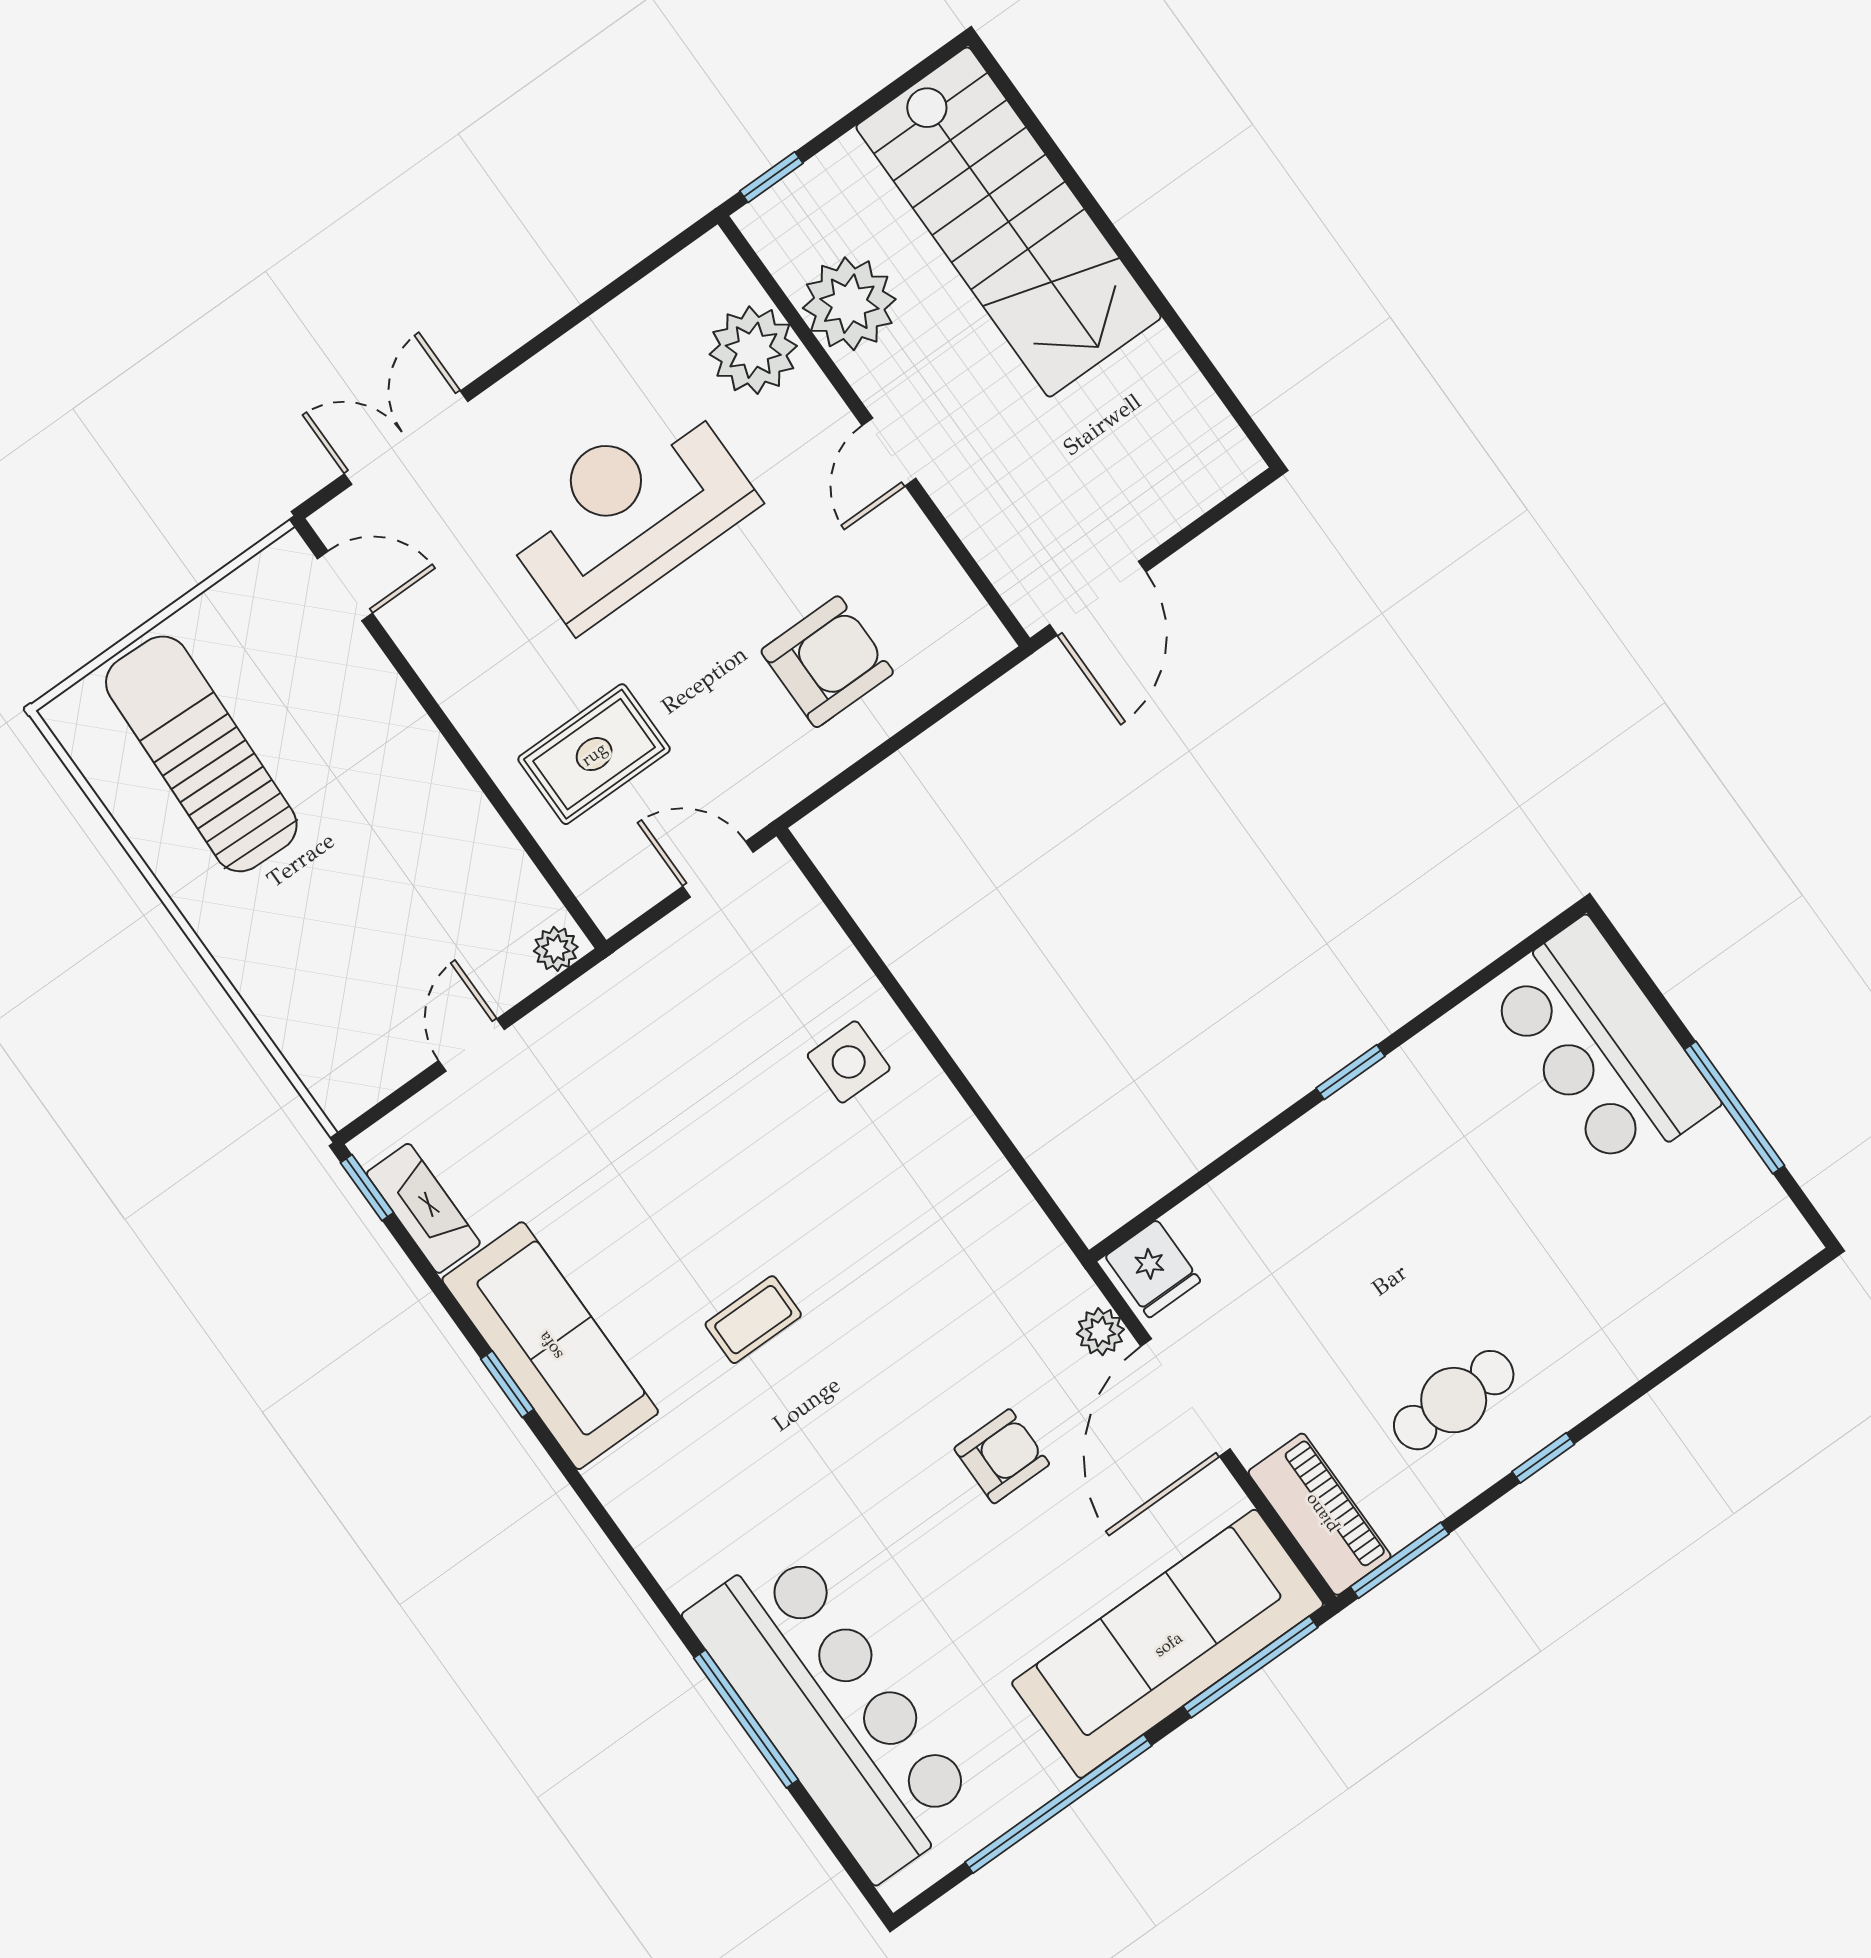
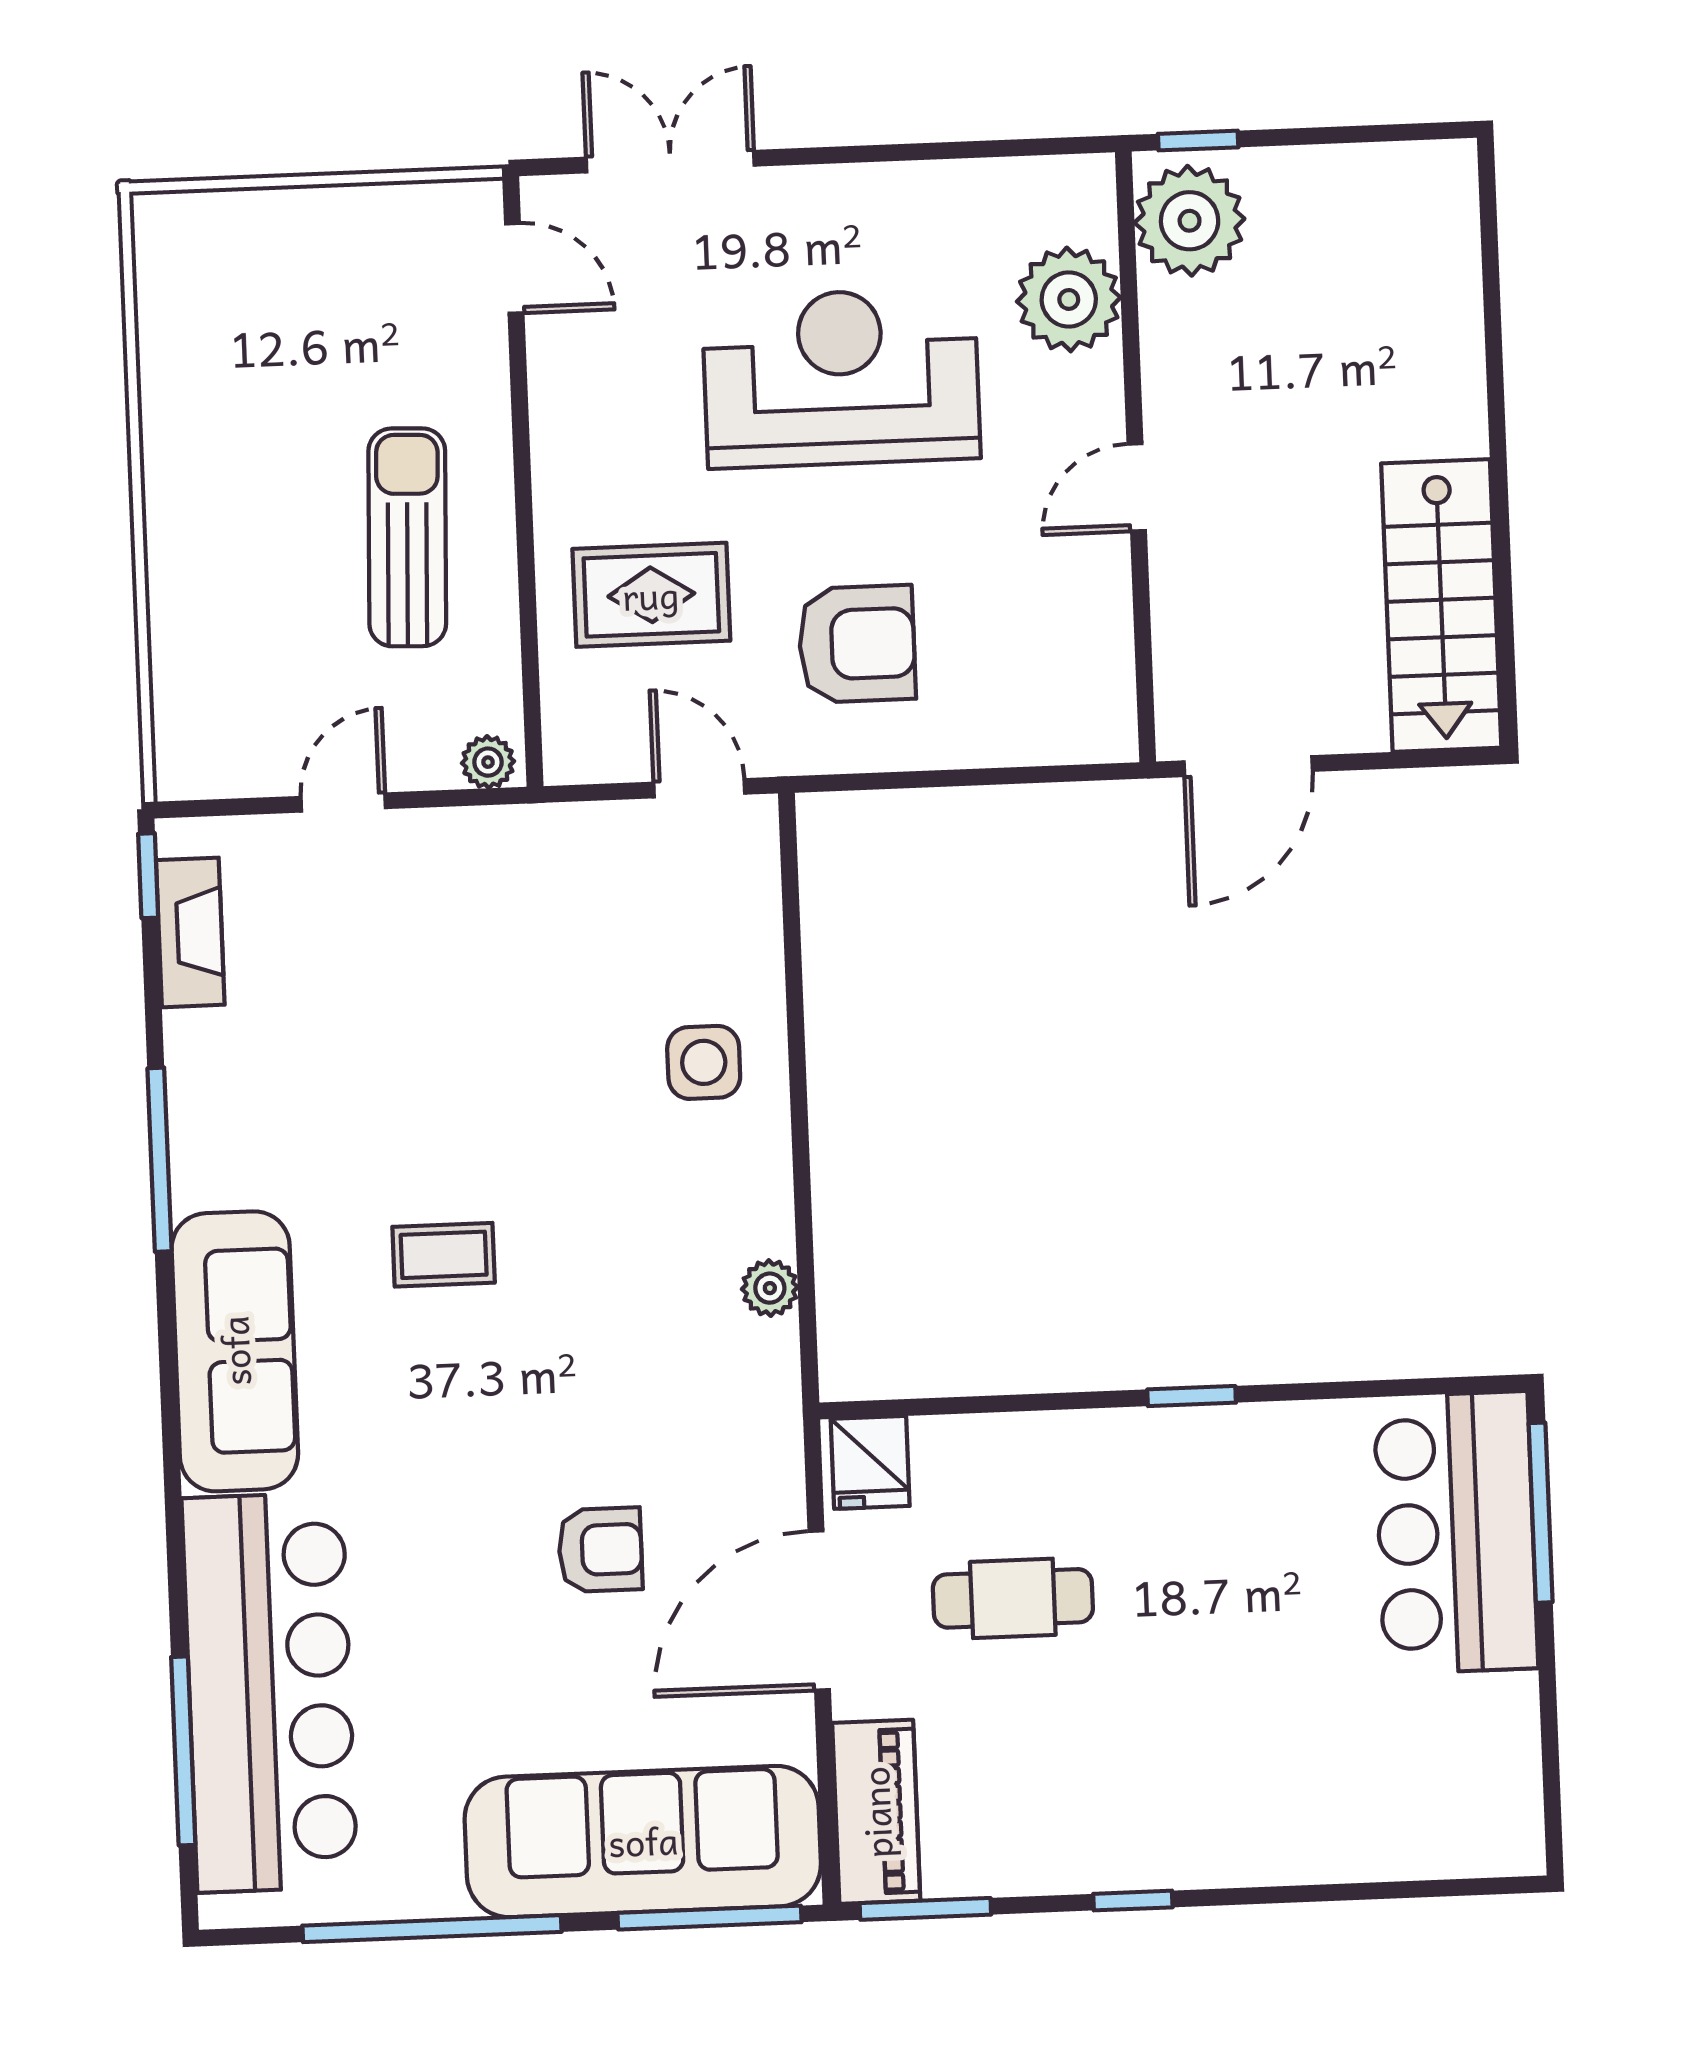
stairs: (1008, 222) -> (1441, 606), moved, width x0.73, depth x0.66
plant: (849, 304) -> (1190, 221), moved
armchair: (827, 662) -> (857, 644), moved
sun lounger: (201, 754) -> (407, 537), moved, width x0.73, depth x0.75
window: (1734, 1108) -> (1541, 1513), moved
plant: (1100, 1332) -> (770, 1288), moved
sofa: (550, 1346) -> (235, 1351), moved
window: (507, 1384) -> (160, 1160), width x2.17
cafe table: (1454, 1400) -> (1013, 1598), moved
window: (746, 1719) -> (183, 1751), moved

